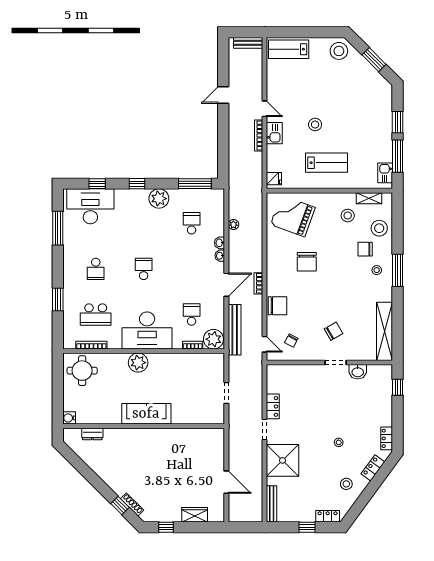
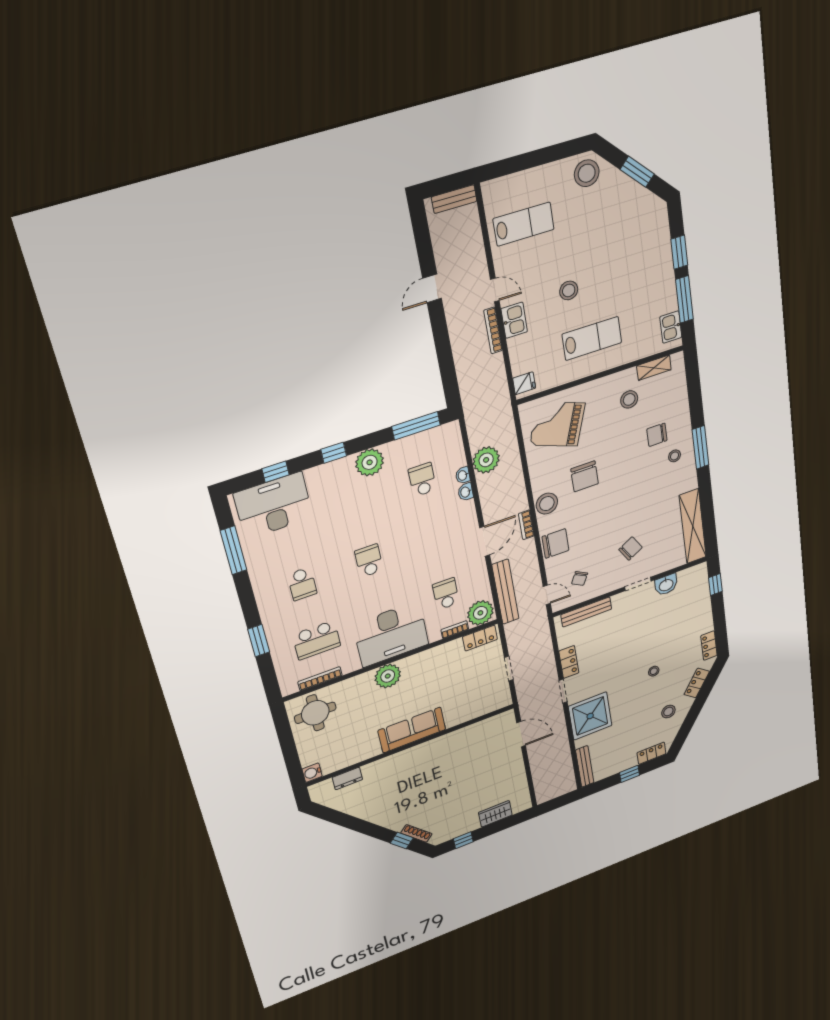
lab bench: (289, 49) -> (524, 224), moved, turned 180
plant: (233, 225) -> (486, 460), width x1.88, depth x1.88
stool: (379, 228) -> (547, 504), moved
washbasin: (220, 256) -> (463, 475), moved
locker: (210, 359) -> (480, 638), added
bench: (292, 370) -> (586, 612), added
door: (226, 482) -> (521, 734), moved

